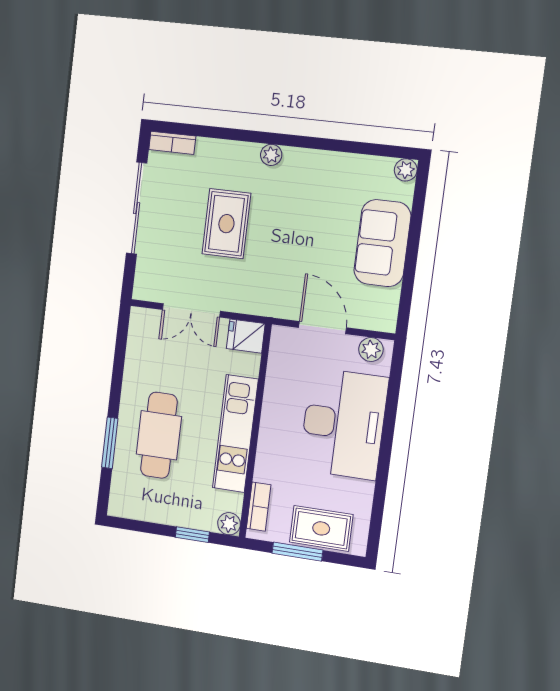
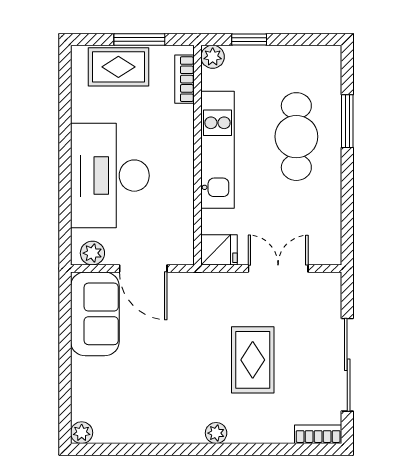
sofa: (382, 243) -> (95, 314), moved

